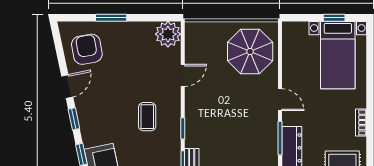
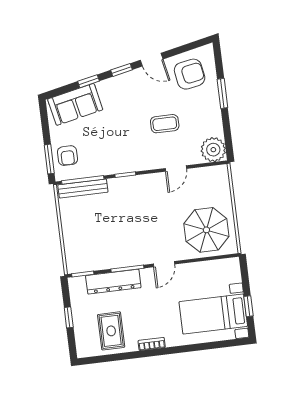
door: (183, 75) -> (176, 169), hinge flipped
coffee table: (147, 117) -> (165, 124), moved

